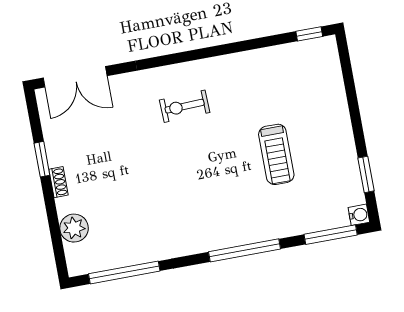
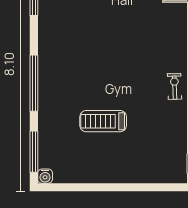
exercise bike: (185, 106) -> (175, 86), moved, width x0.73, depth x0.72
window: (366, 174) -> (75, 187), removed

